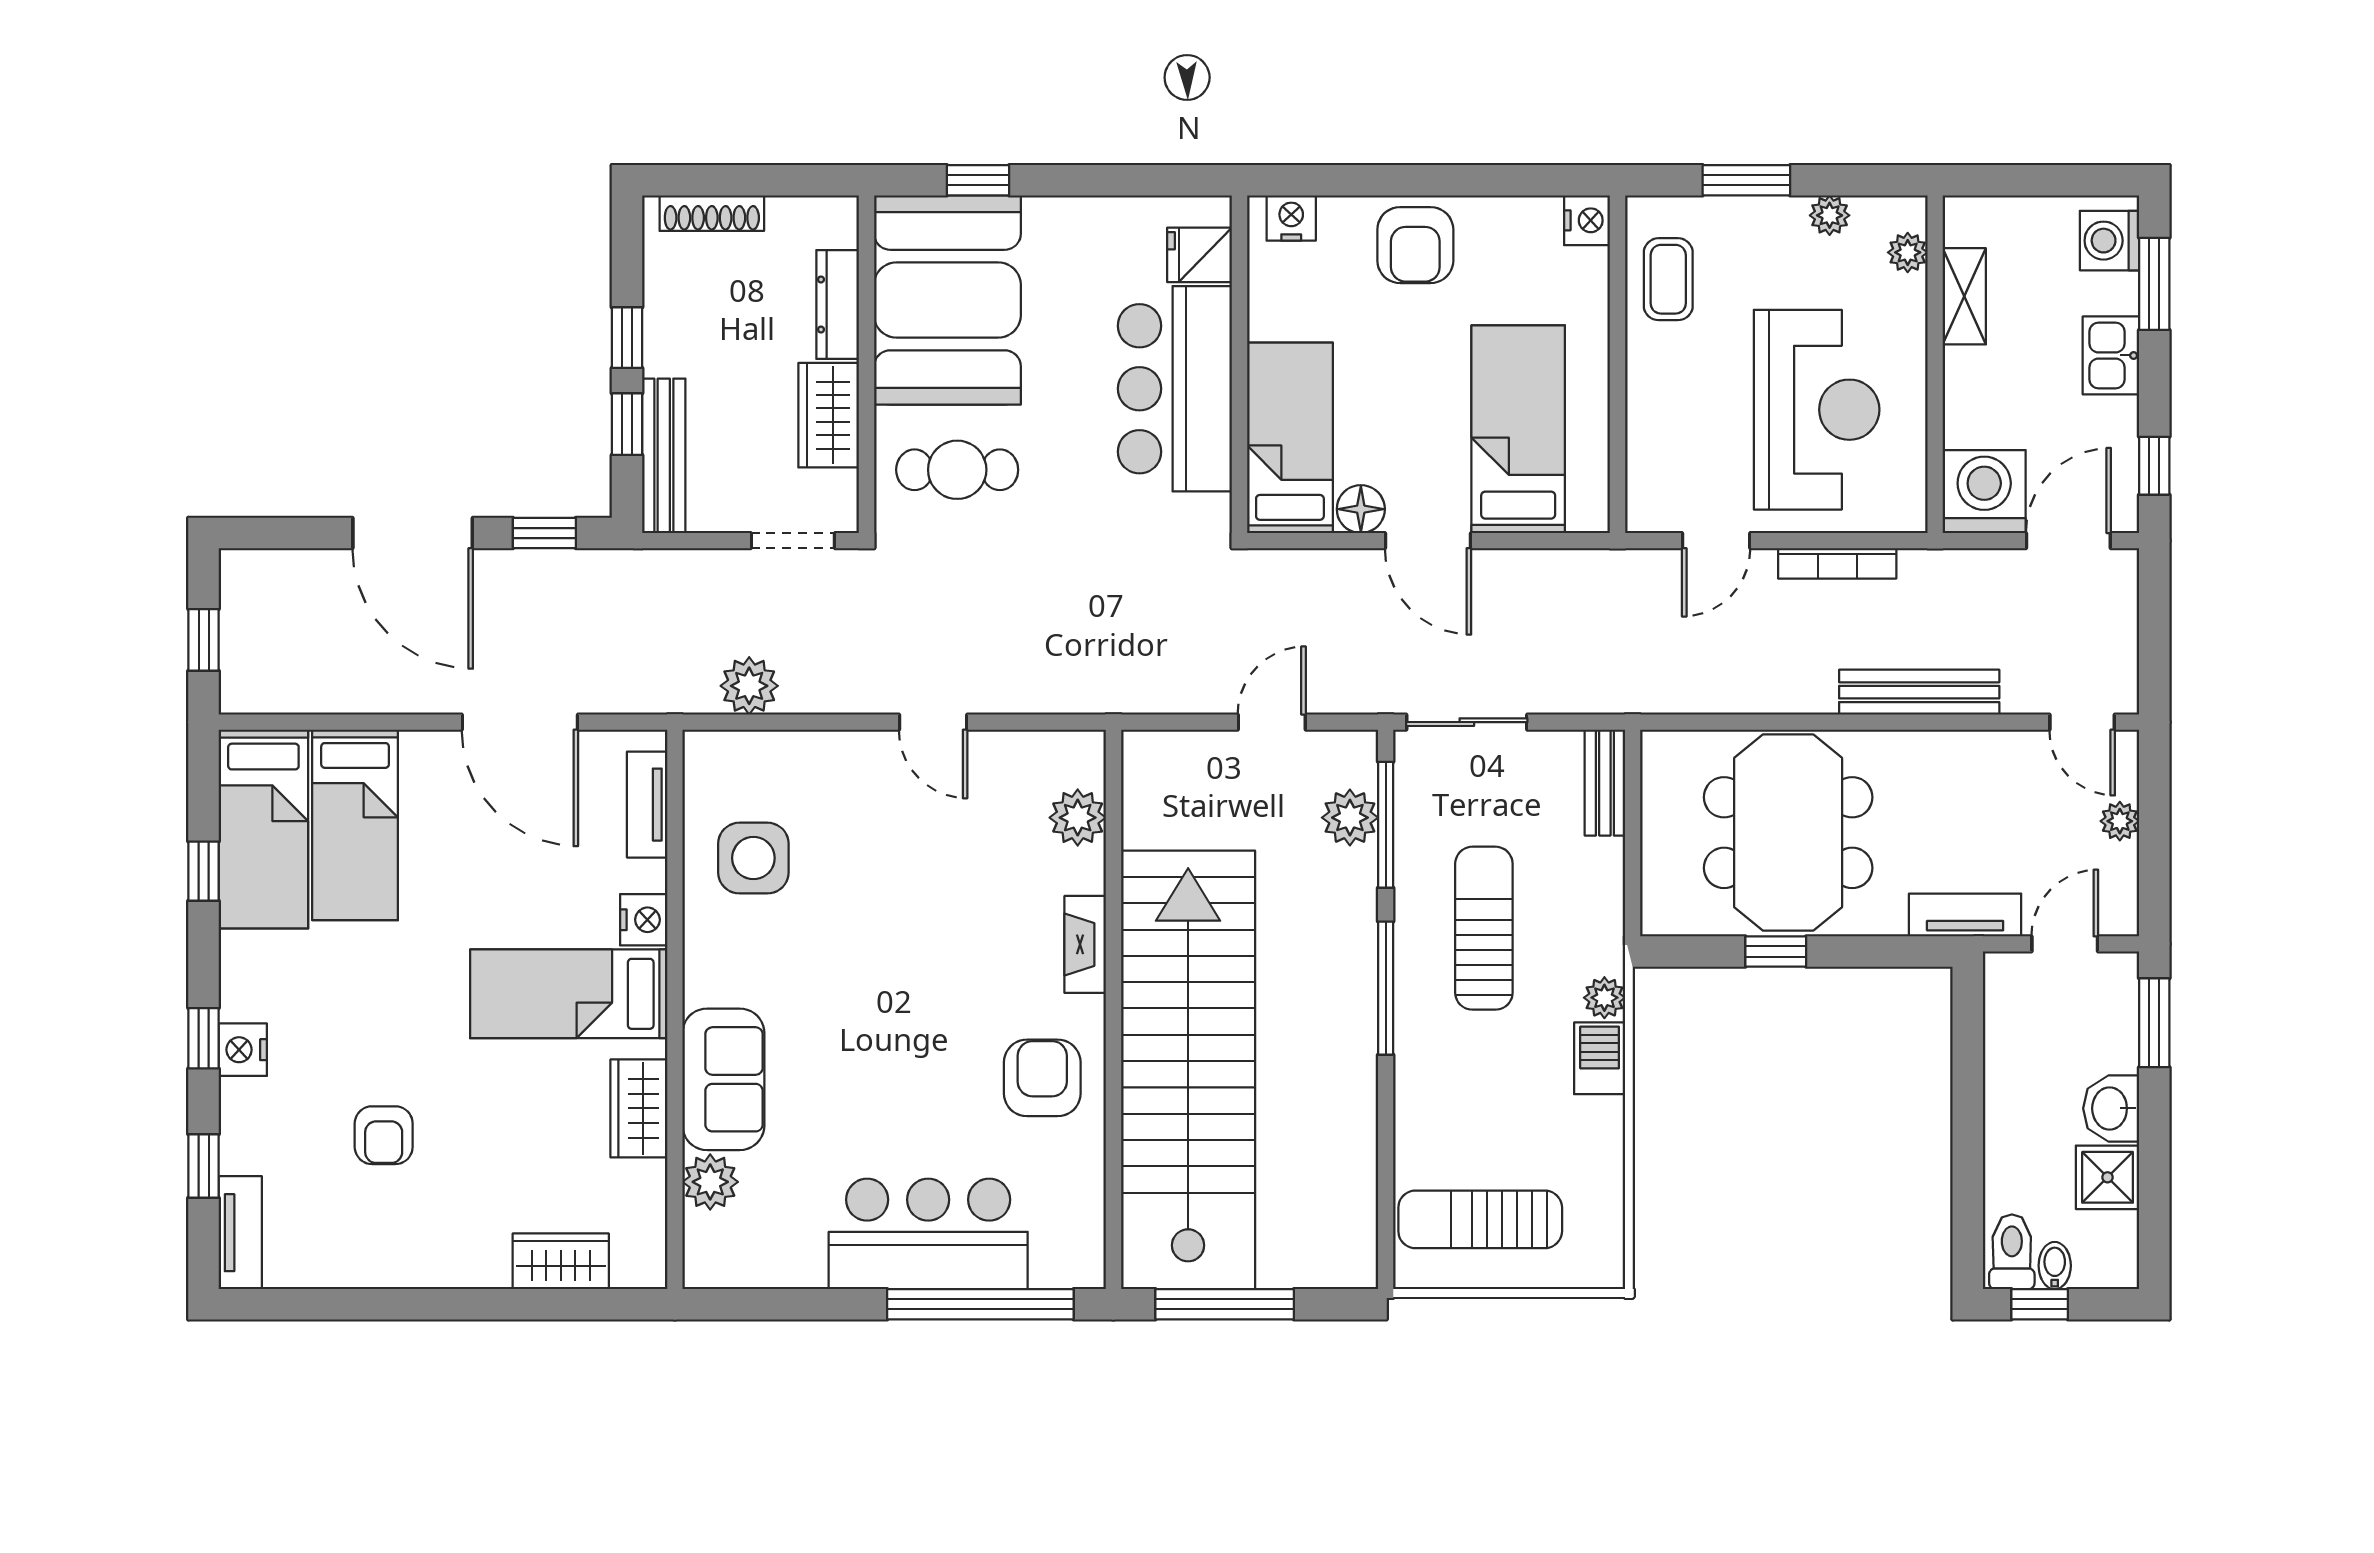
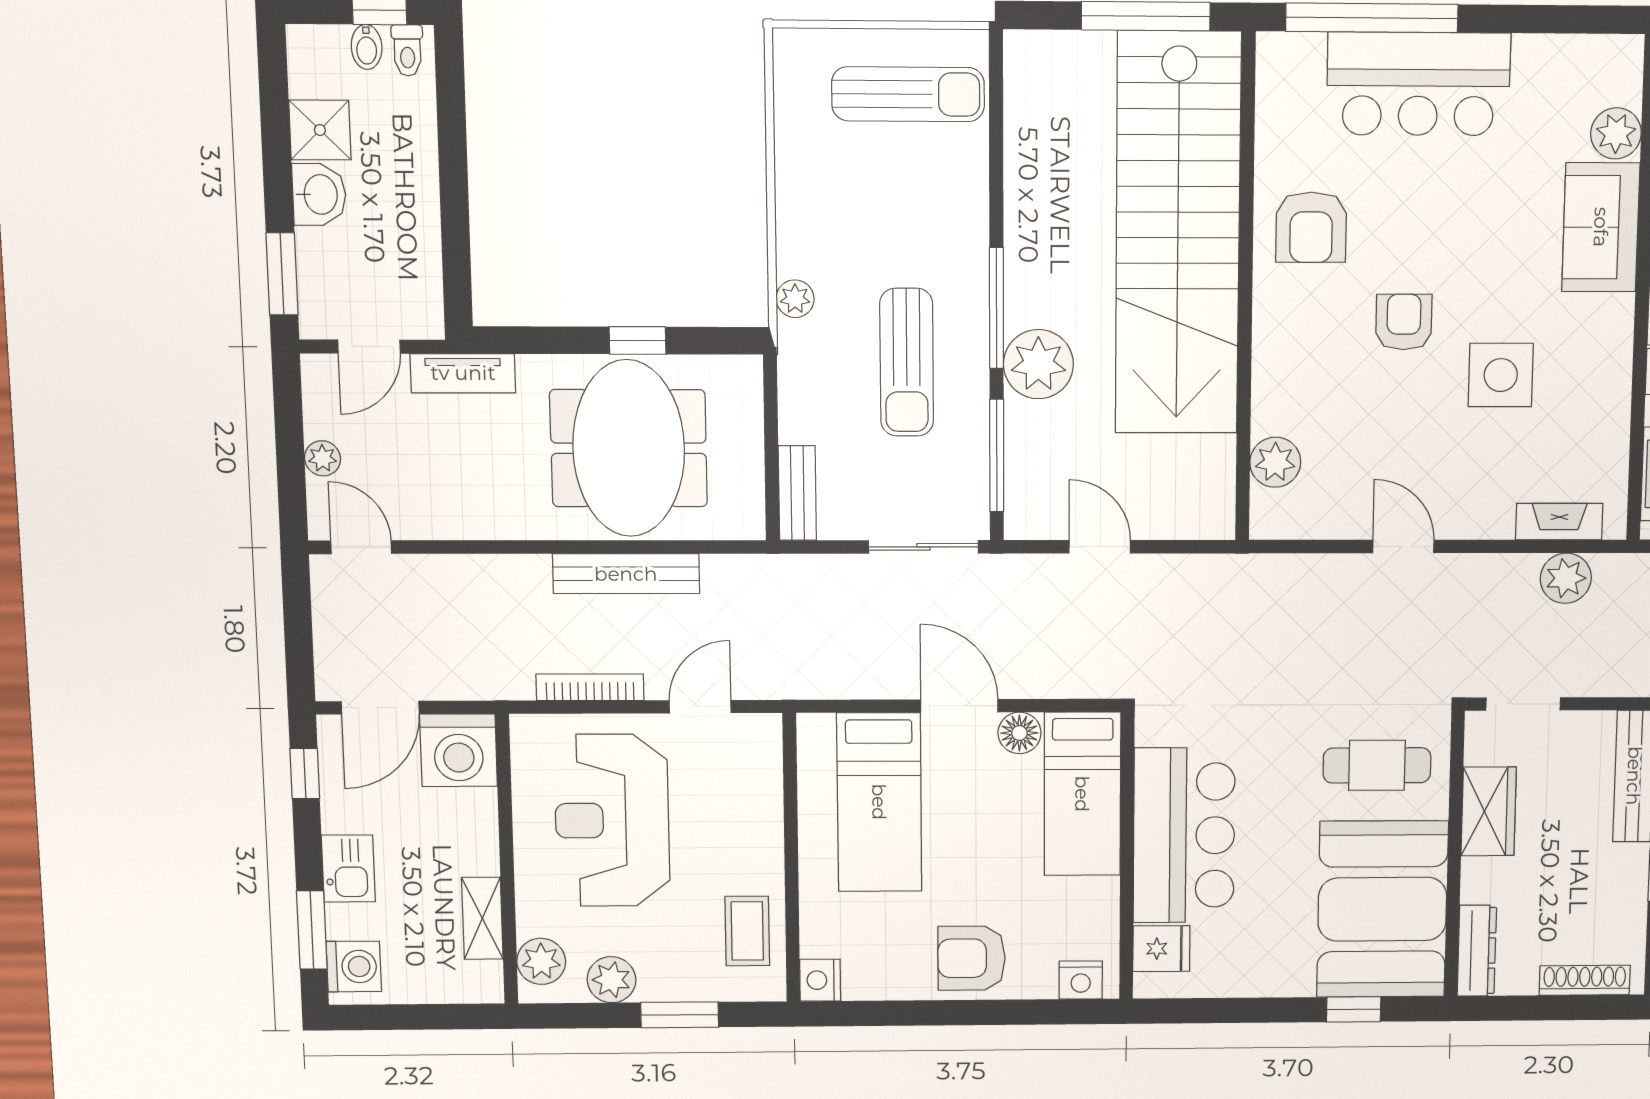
plant: (1830, 215) -> (611, 980), width x1.38, depth x1.38
armchair: (1415, 245) -> (972, 958), turned -90
plant: (1908, 252) -> (541, 961), width x1.38, depth x1.38
dresser: (838, 305) -> (1477, 951), moved
bench: (1919, 692) -> (626, 574), moved
door: (1272, 722) -> (1100, 547), swing flipped
plant: (1350, 818) -> (1038, 364), moved, width x1.36, depth x1.36
side table: (753, 858) -> (1501, 375), moved
fireplace: (1085, 944) -> (1559, 522), moved, turned -90
armchair: (938, 974) -> (1404, 322), added
barbecue: (1600, 1058) -> (799, 243), removed
toilet: (2012, 1252) -> (407, 50), width x0.73, depth x0.72

